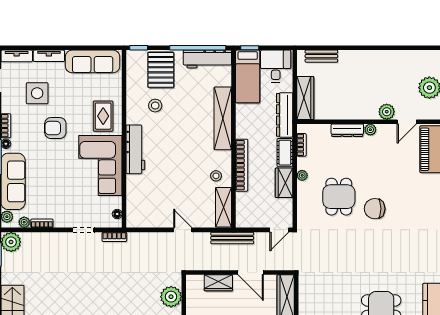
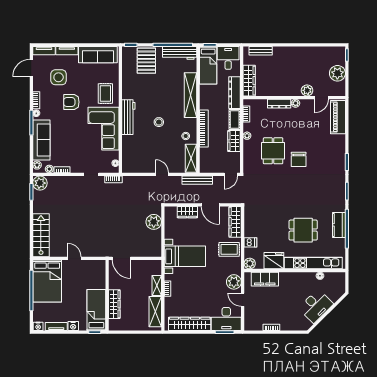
stool: (155, 106) -> (159, 122), moved
chair: (375, 209) -> (299, 159), turned -90

